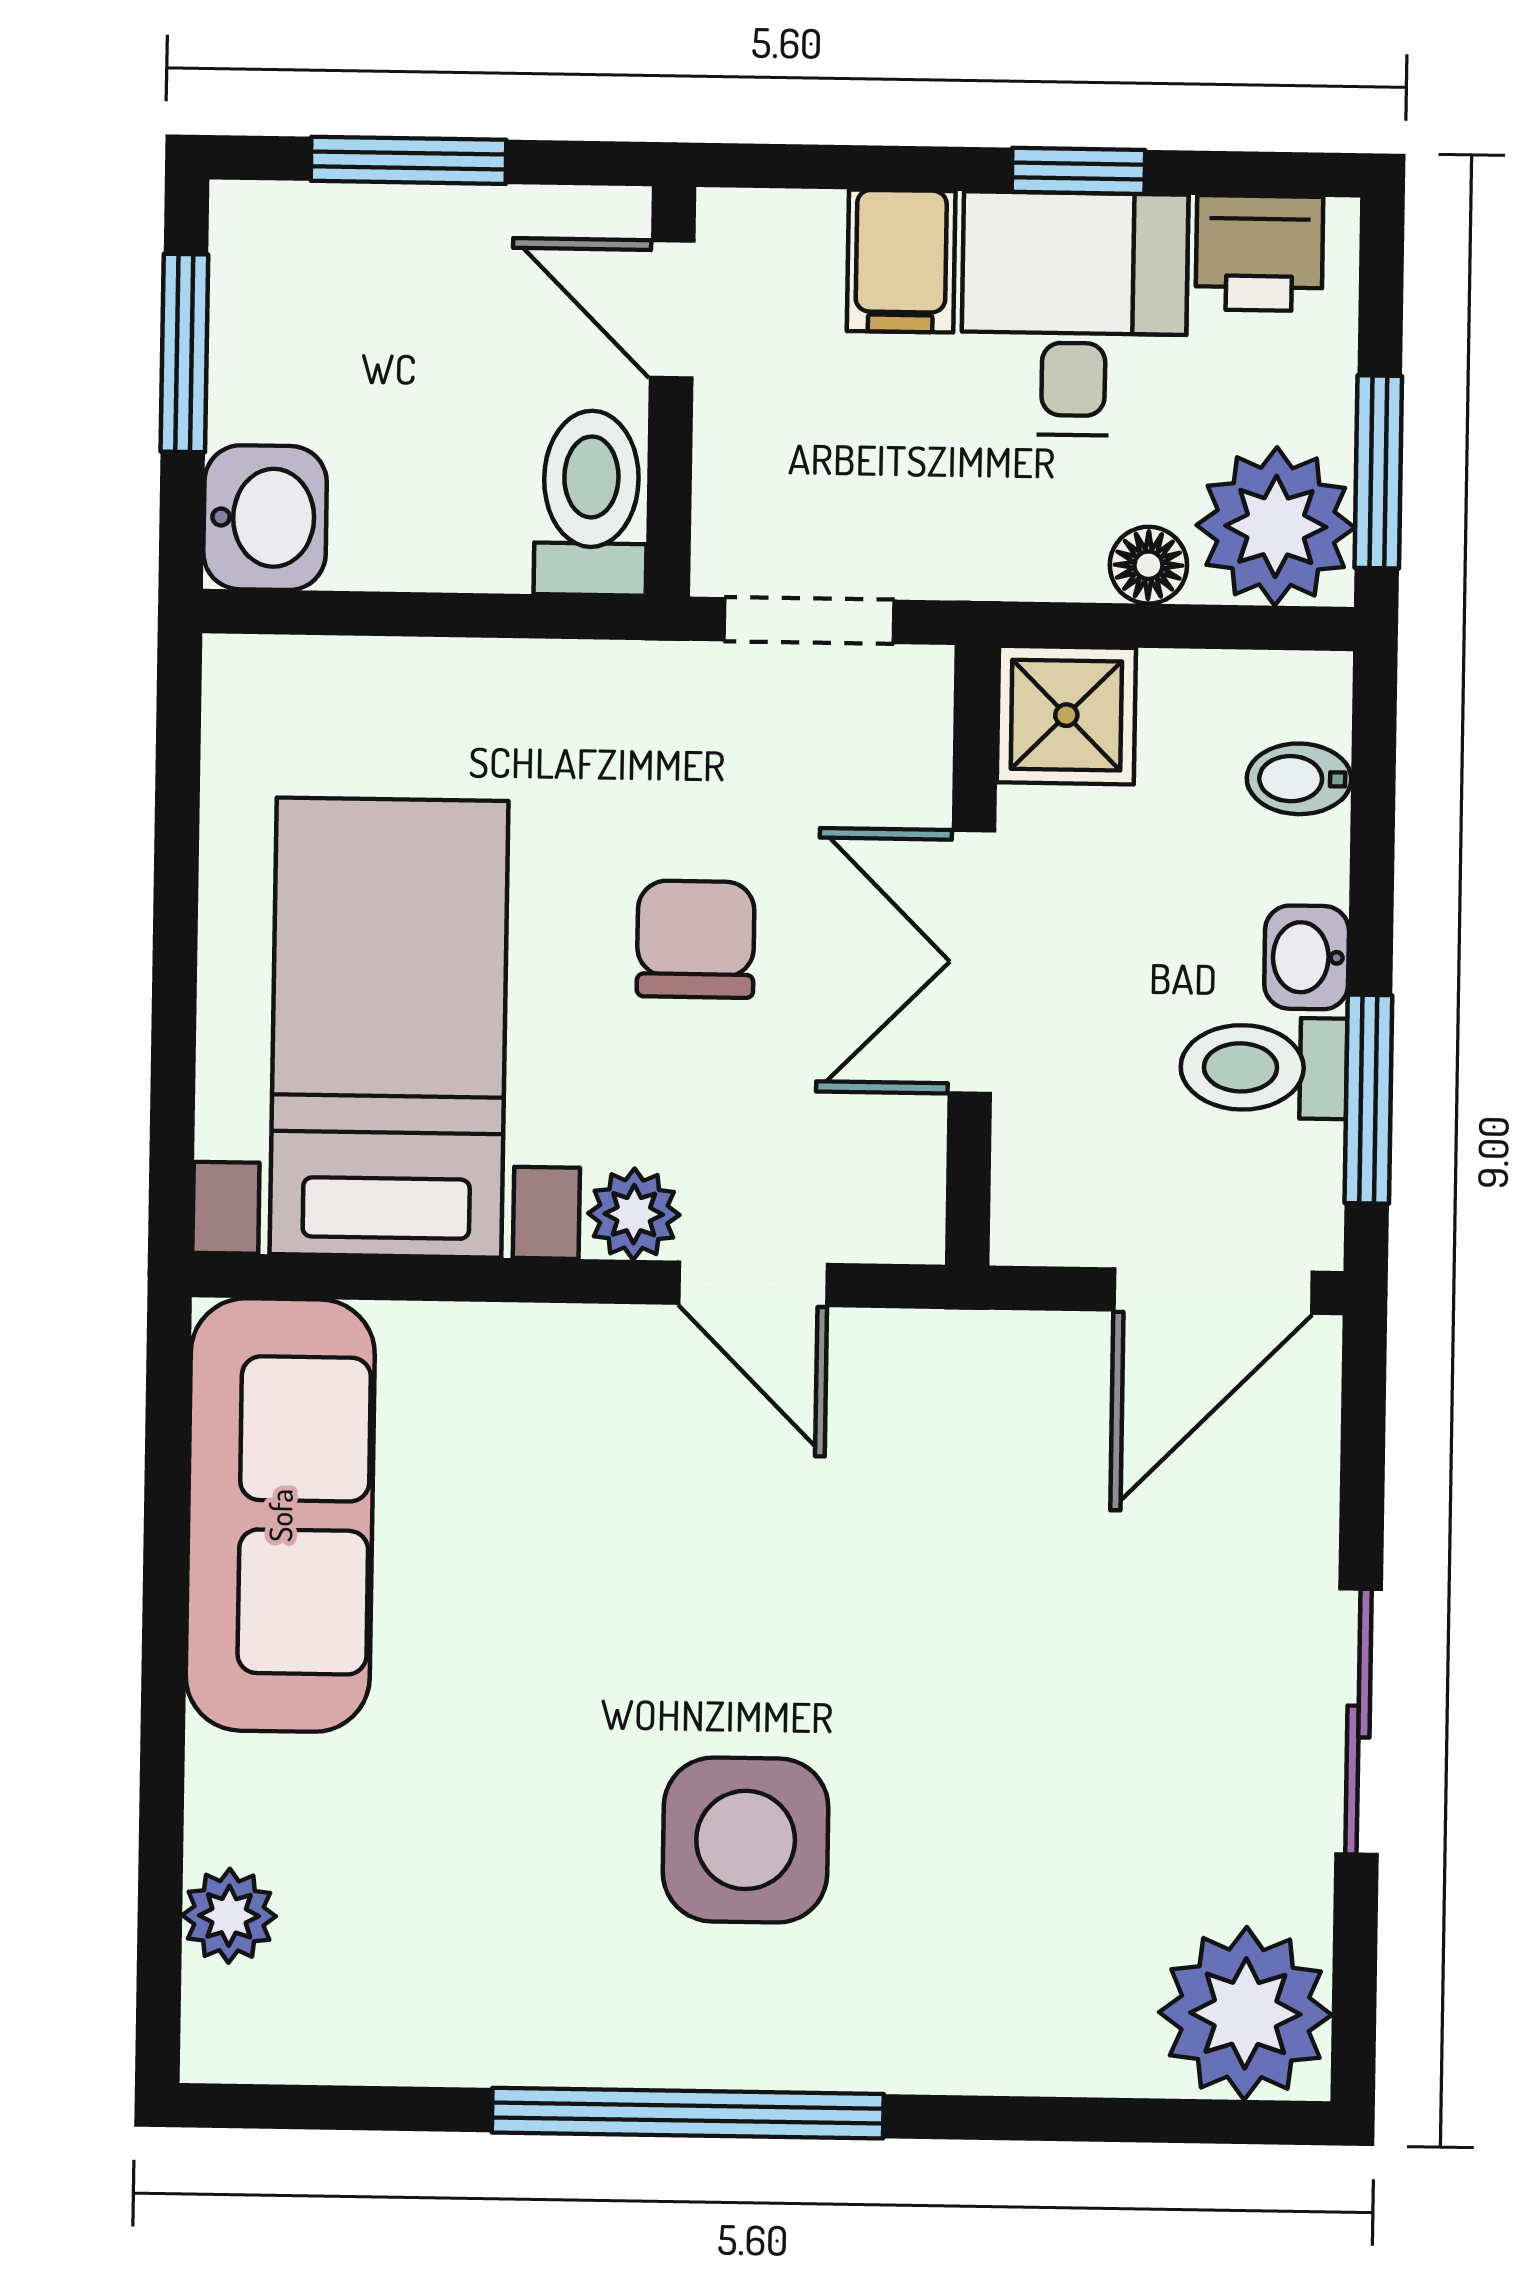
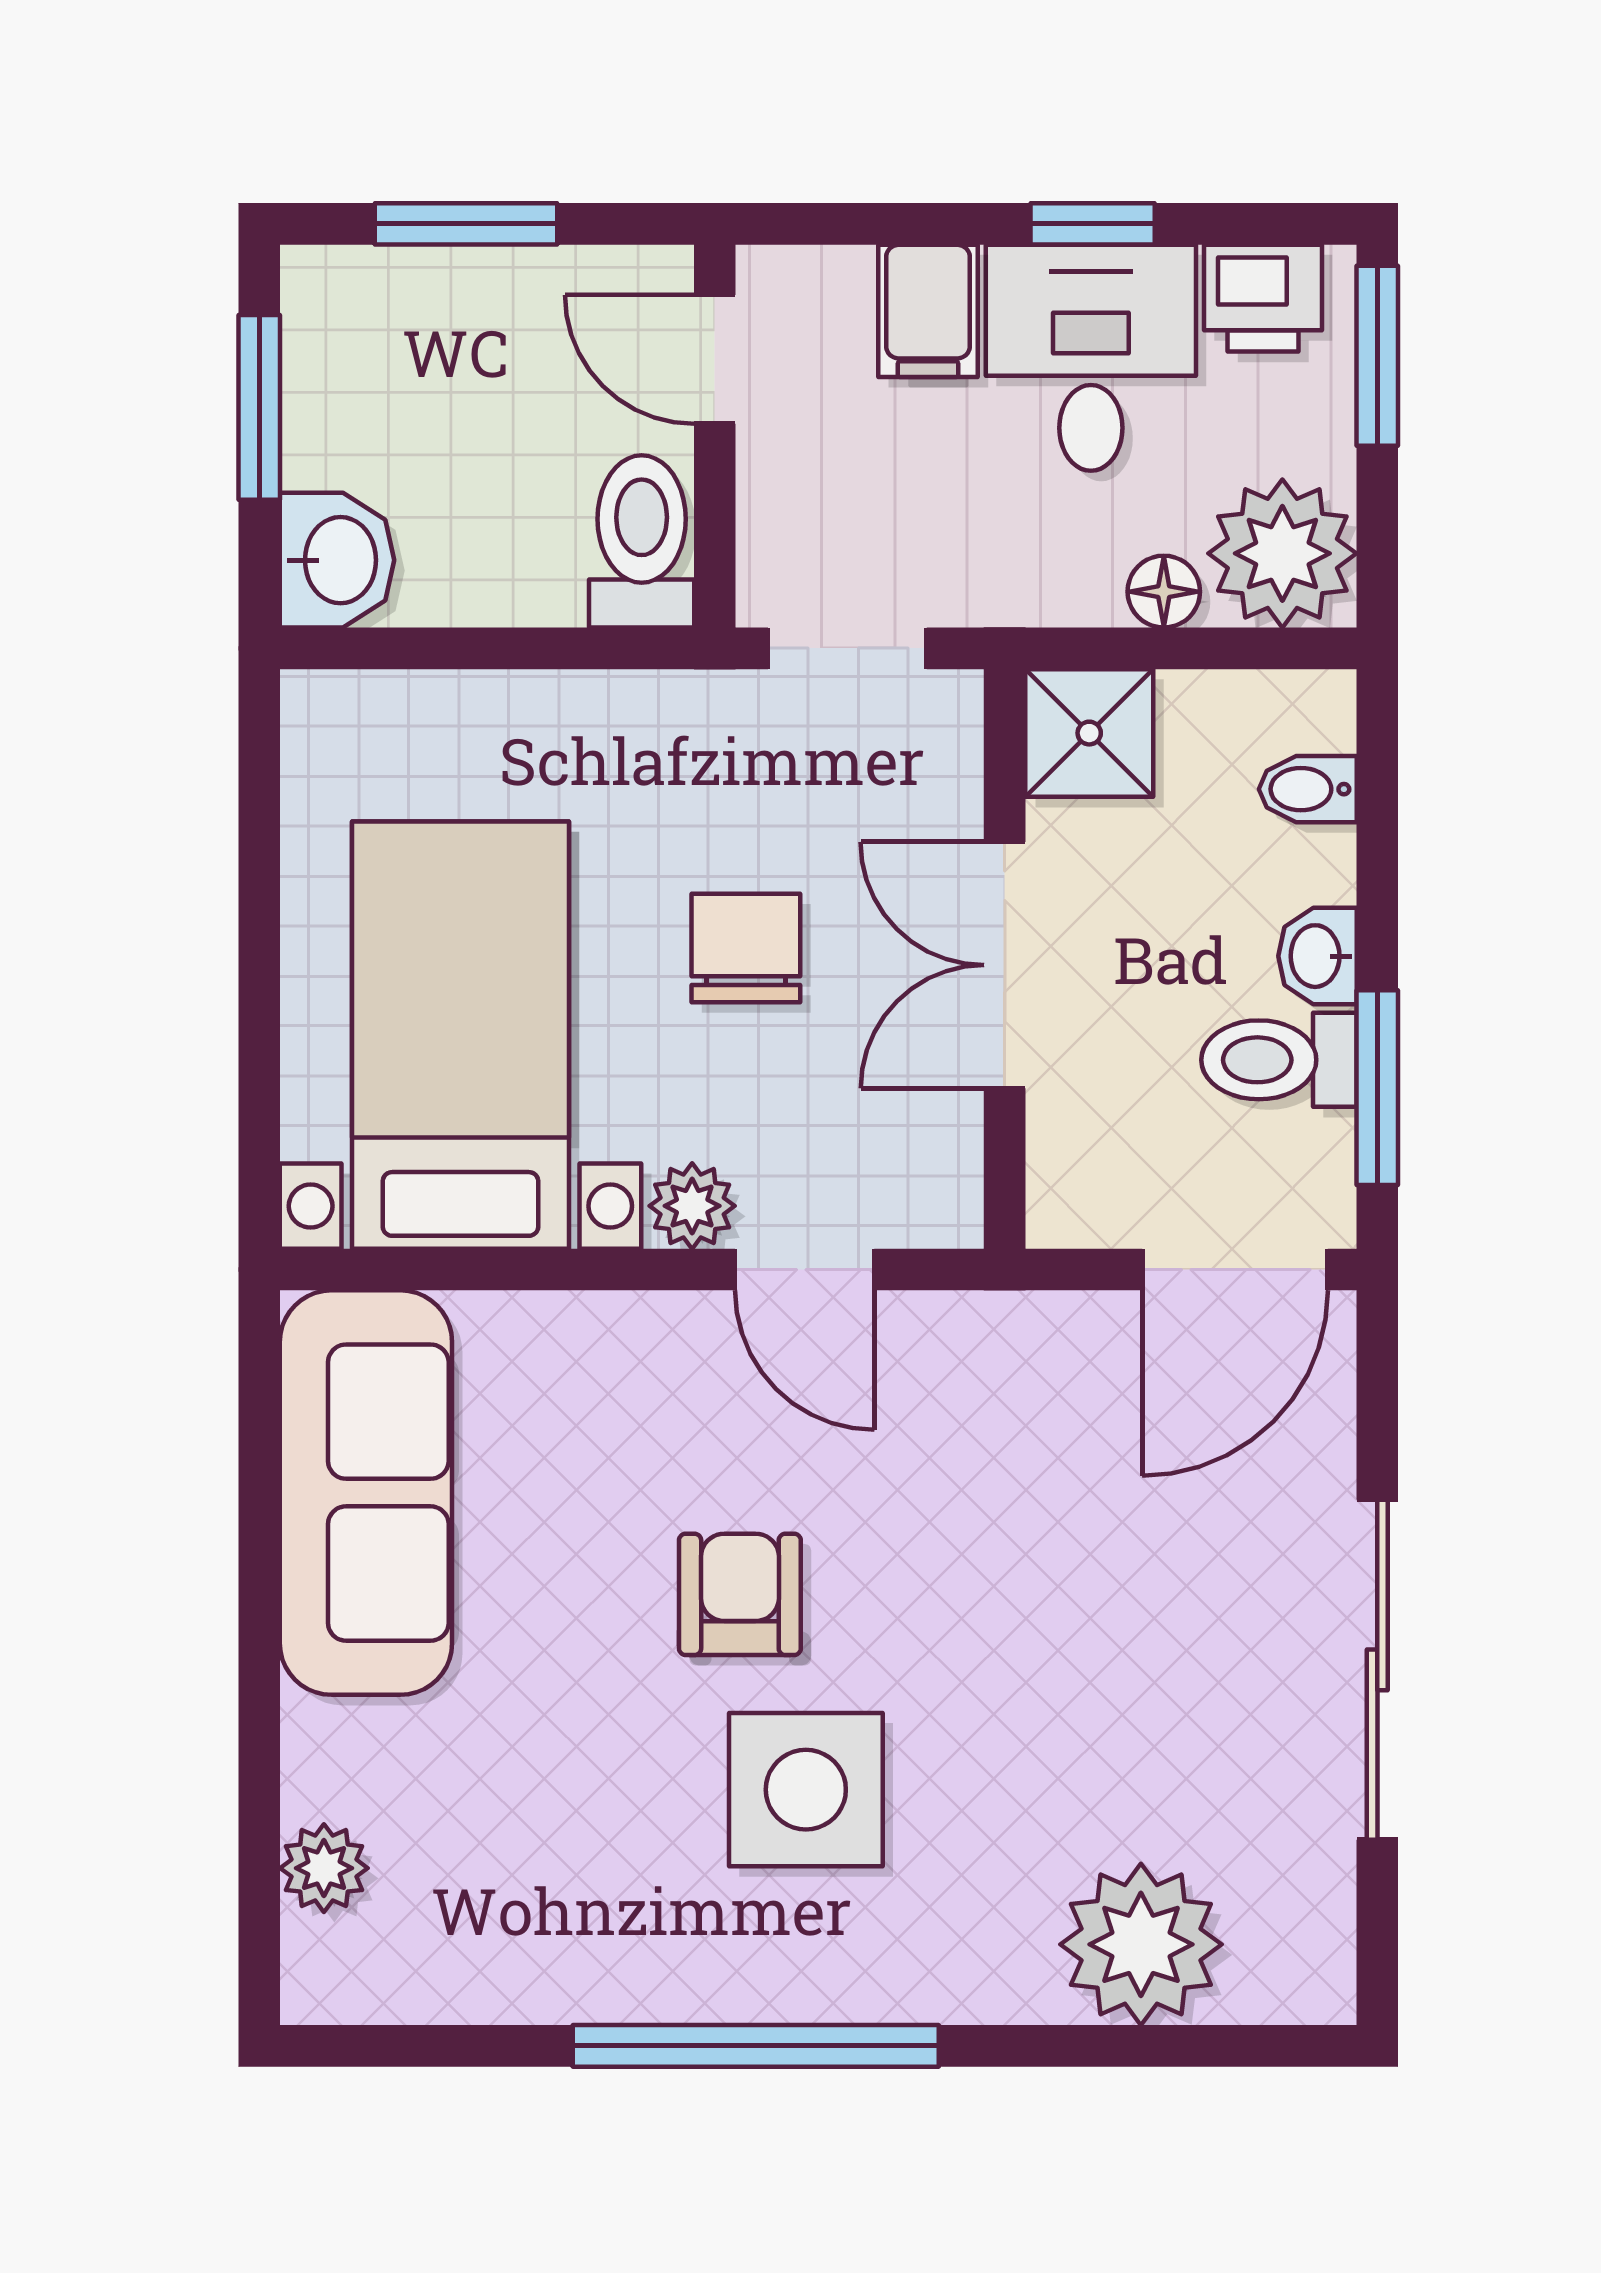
window: (1378, 472) -> (1377, 356), moved
armchair: (678, 1630) -> (740, 1594), added
sliding door: (1359, 1722) -> (1377, 1670), width x1.37
plant: (1245, 2013) -> (1141, 1944), moved

